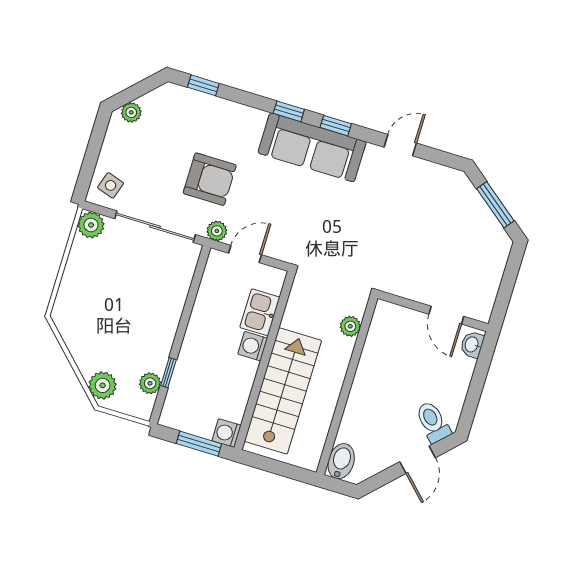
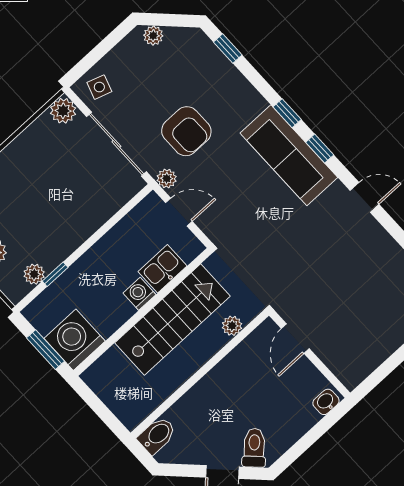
door: (446, 315) -> (295, 339), moved
stairs: (283, 391) -> (173, 319), moved
washing machine: (226, 433) -> (75, 340), width x1.89, depth x1.89

